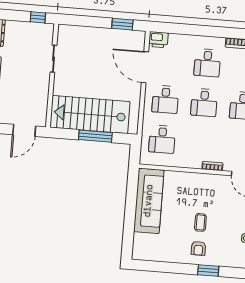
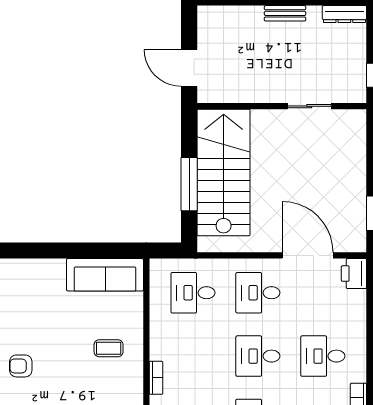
door: (145, 67) -> (308, 255), hinge flipped
sofa: (149, 201) -> (105, 275), width x0.74, depth x0.79
coffee table: (200, 222) -> (109, 348), moved

